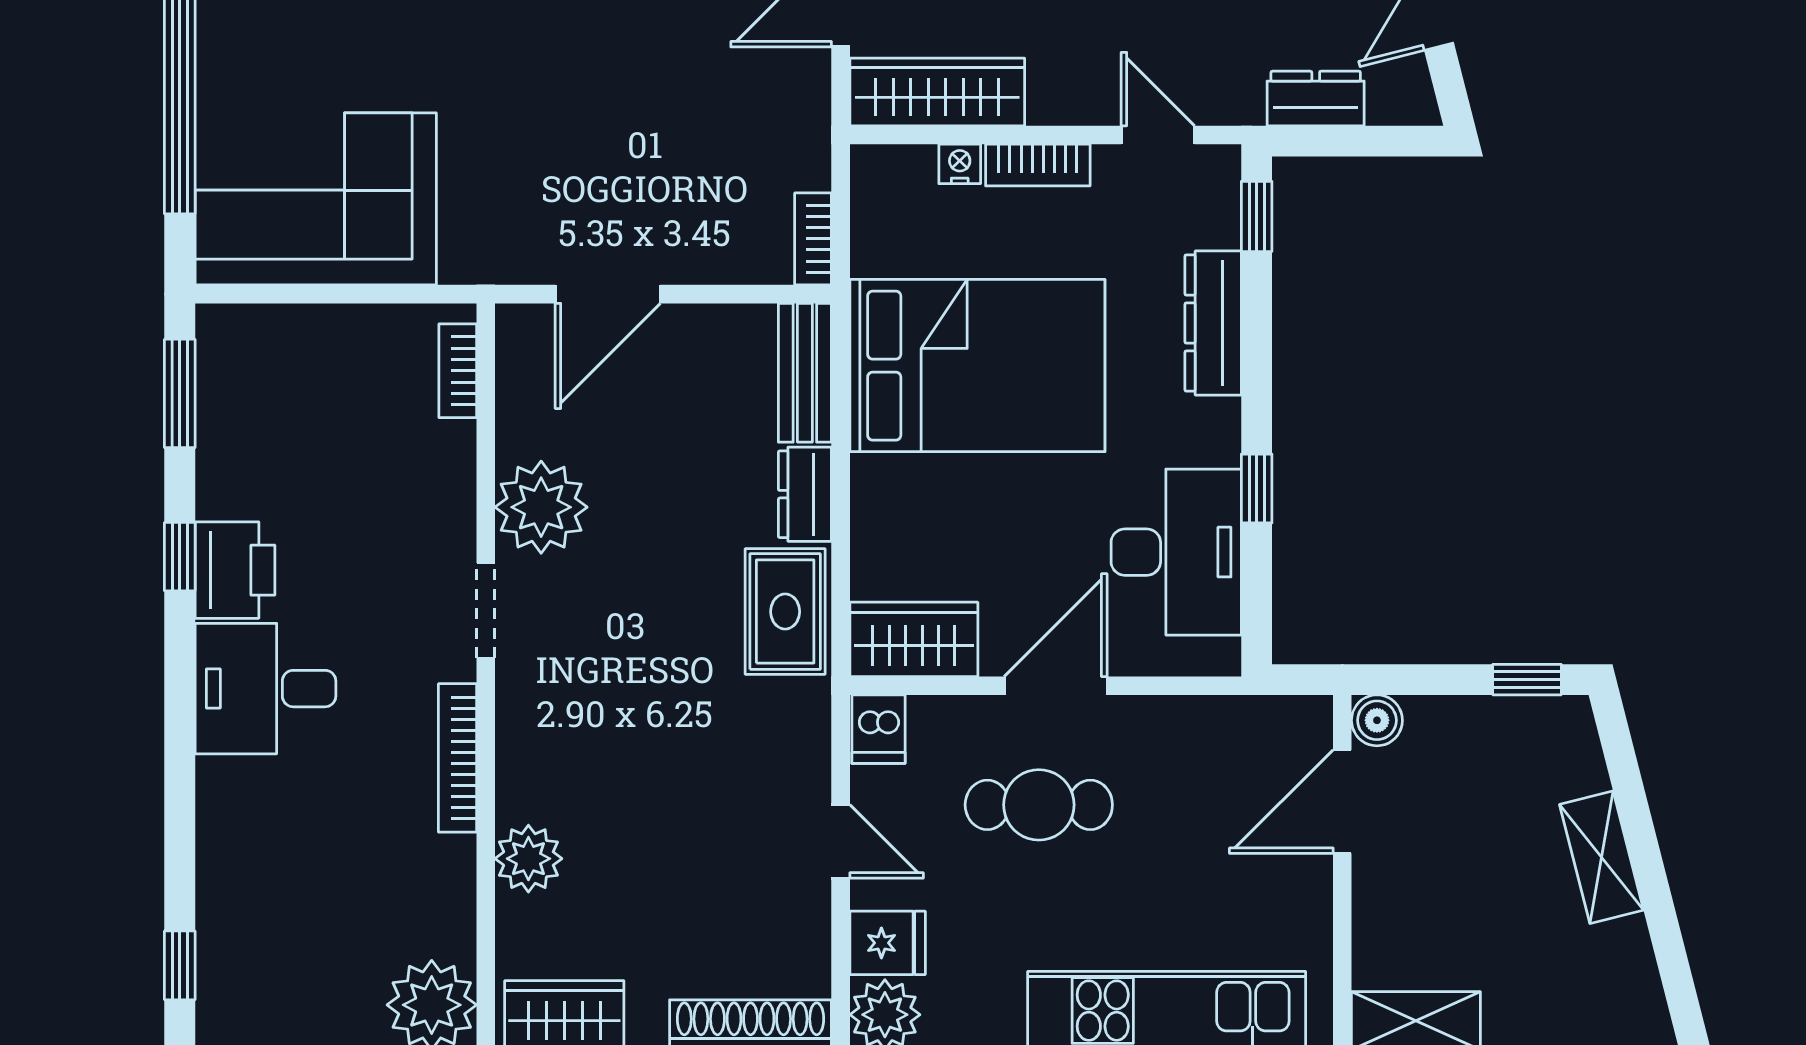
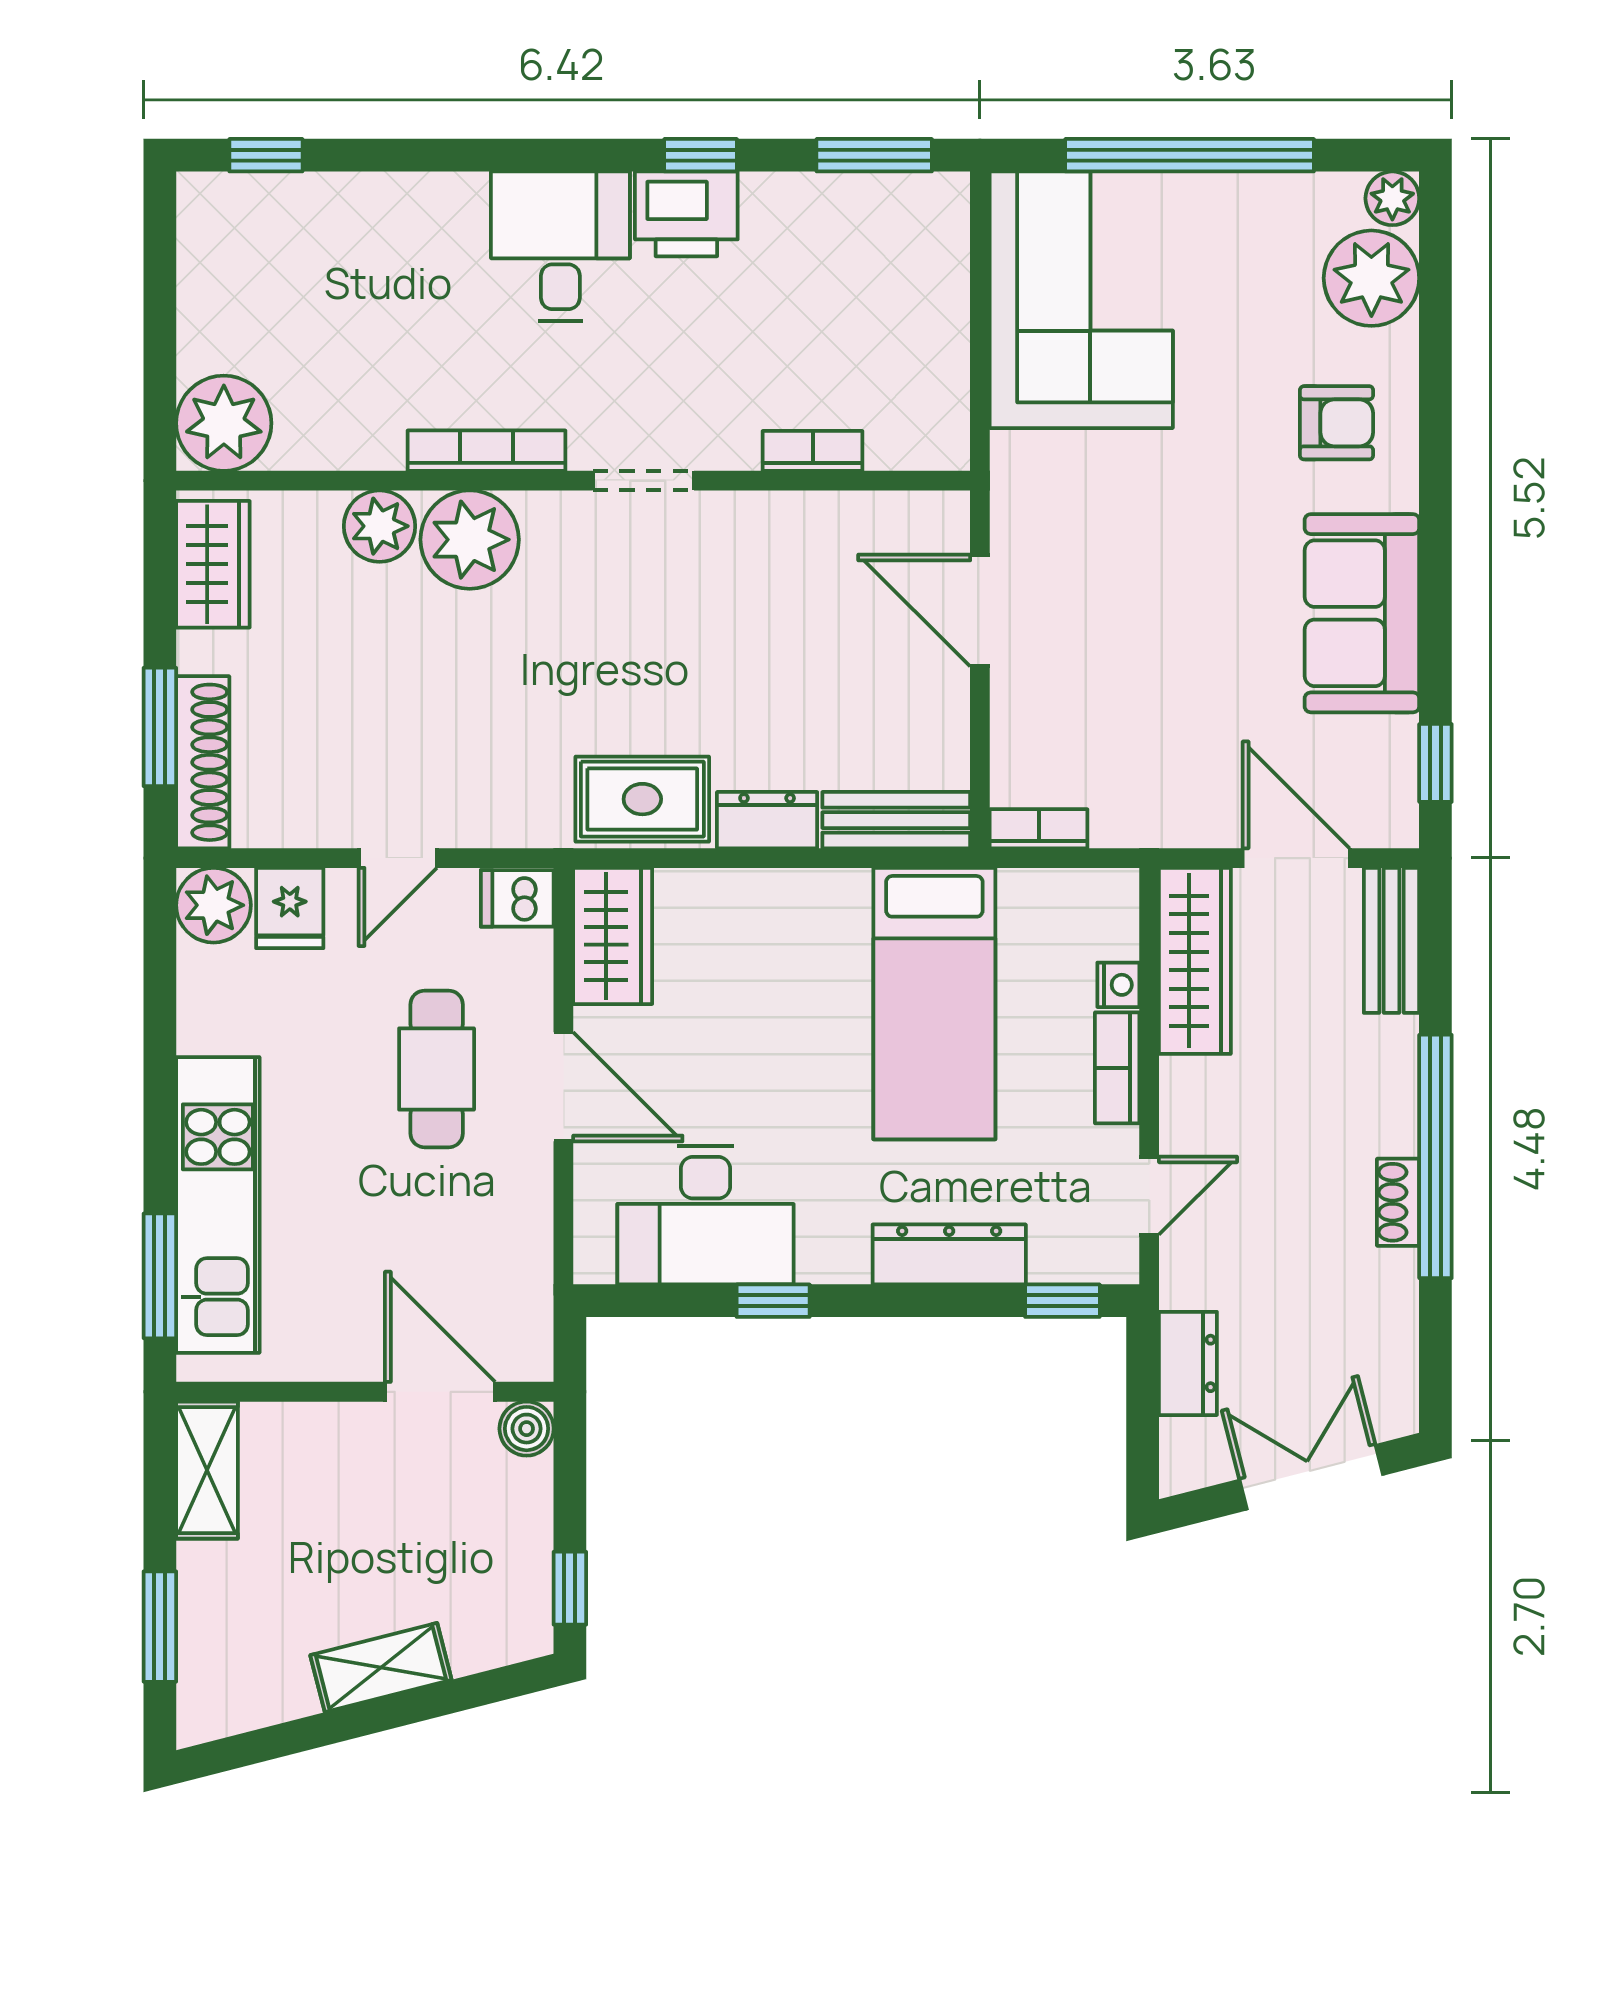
bed: (977, 366) -> (934, 1004), width x0.67
bookcase: (458, 371) -> (813, 451), moved
plant: (541, 507) -> (470, 540), moved

